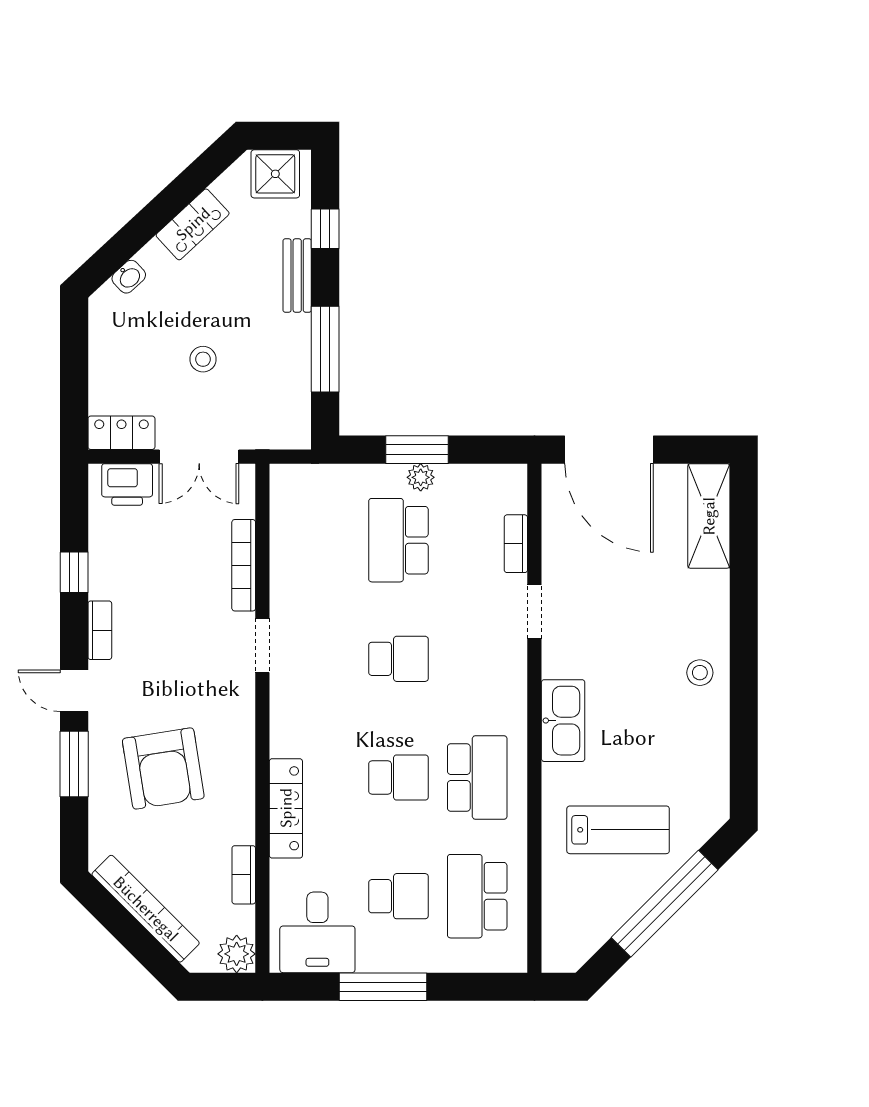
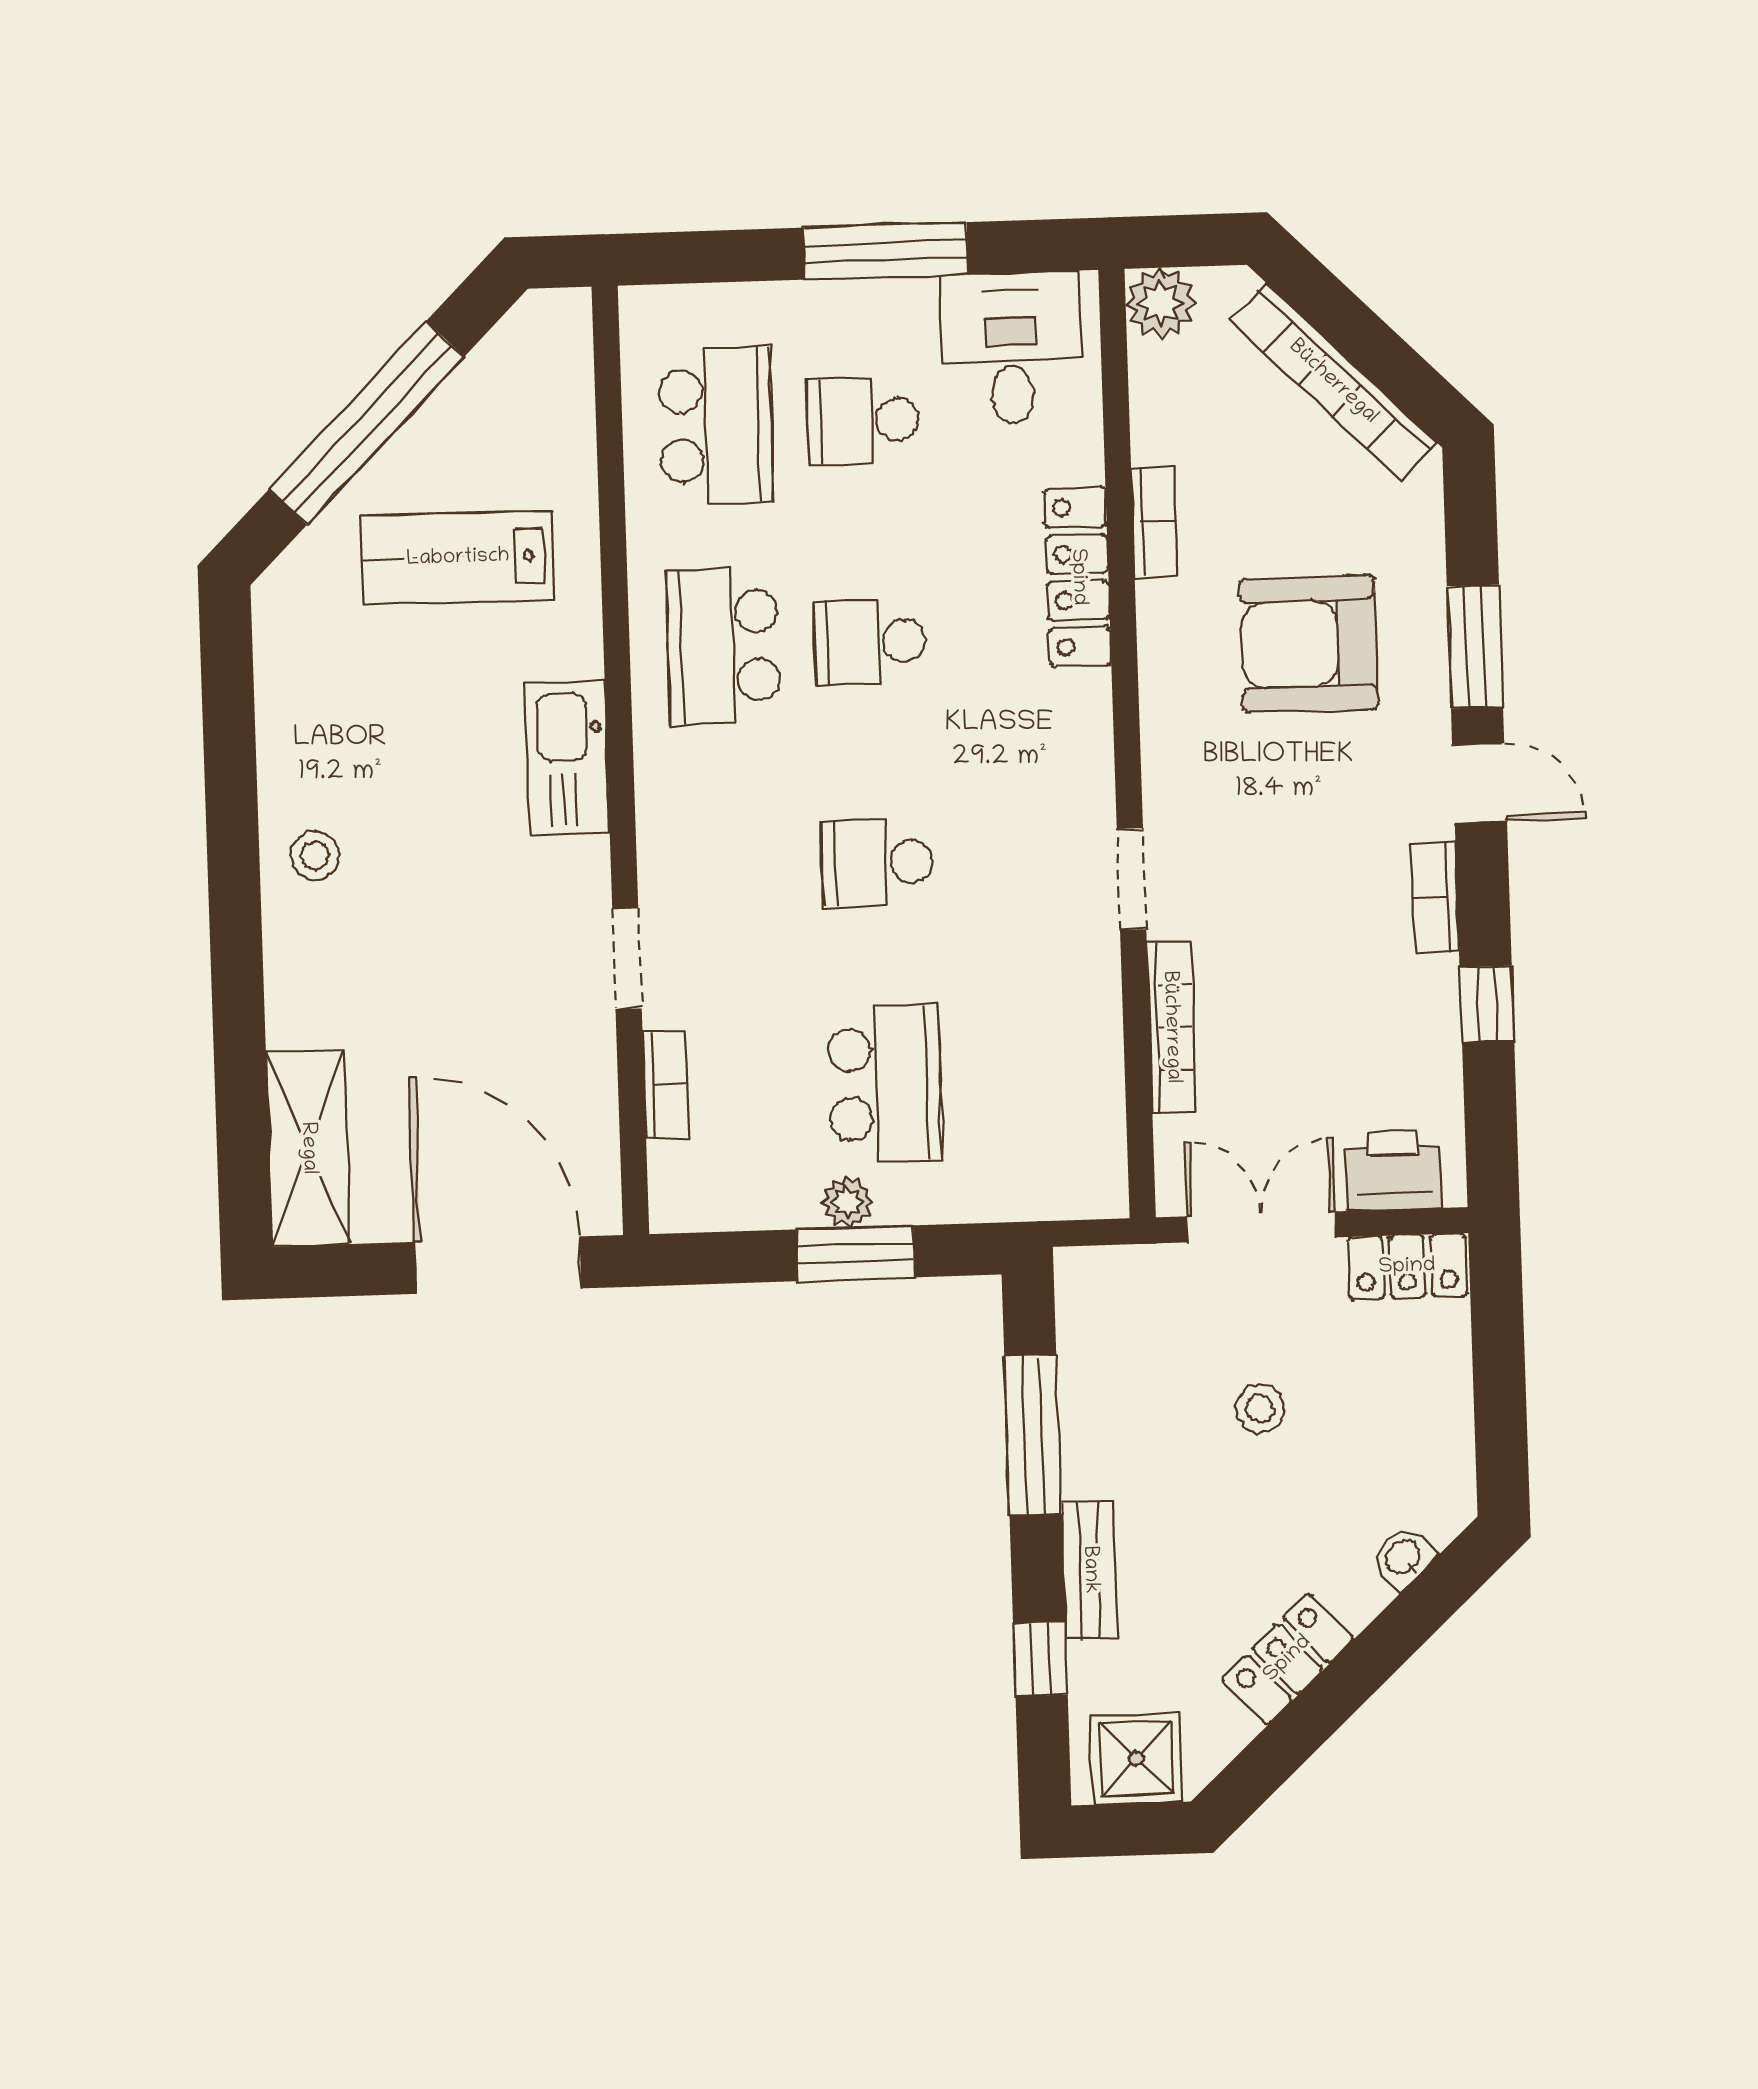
armchair: (163, 768) -> (1309, 644), turned -81
bookcase: (244, 875) -> (1155, 522), moved

